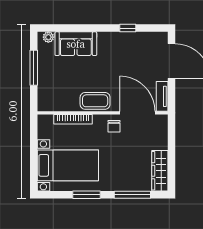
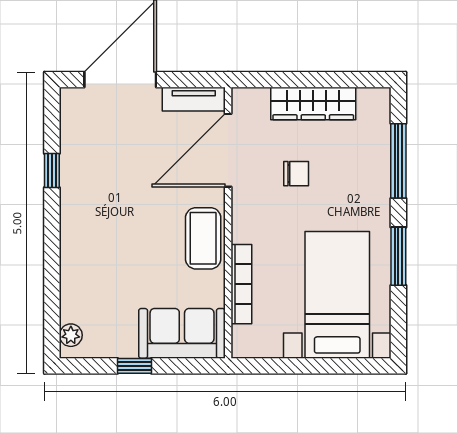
sofa: (76, 44) -> (182, 333), moved, turned -90
window: (34, 68) -> (134, 366), width x0.46
chair: (114, 126) -> (296, 174), moved
wardrobe: (160, 171) -> (313, 104), moved

